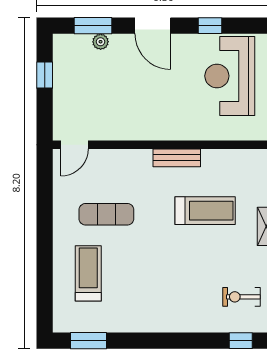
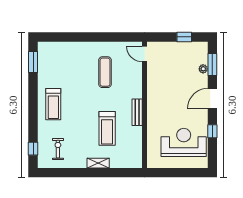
treadmill: (88, 273) -> (53, 104), moved, turned 90

